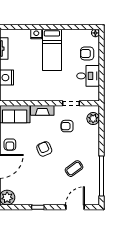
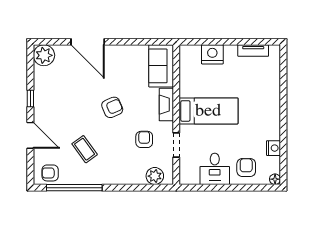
nightstand: (36, 34) -> (274, 148), moved
bed: (52, 50) -> (208, 111), moved, turned 180
armchair: (10, 145) -> (50, 173), moved
door: (75, 207) -> (30, 135), moved

